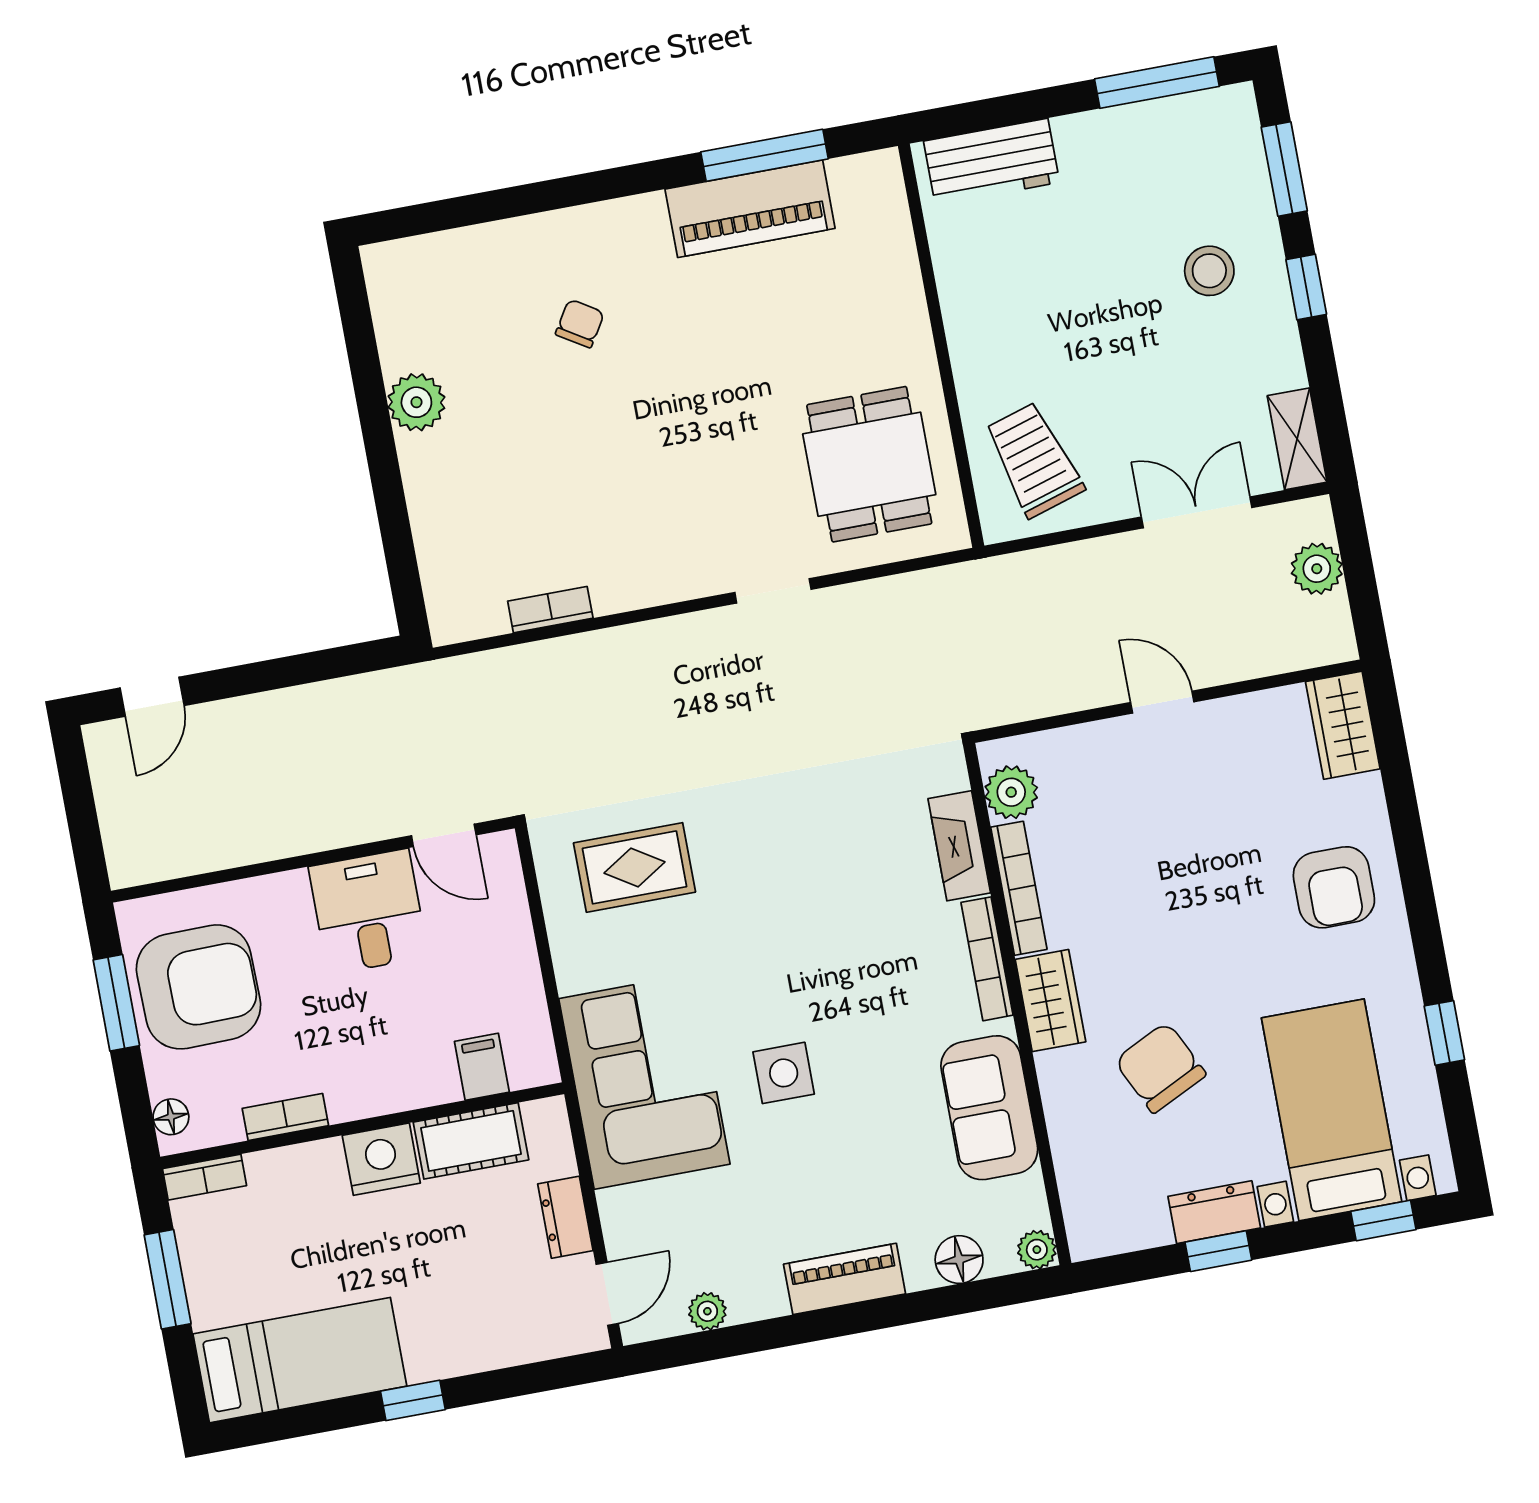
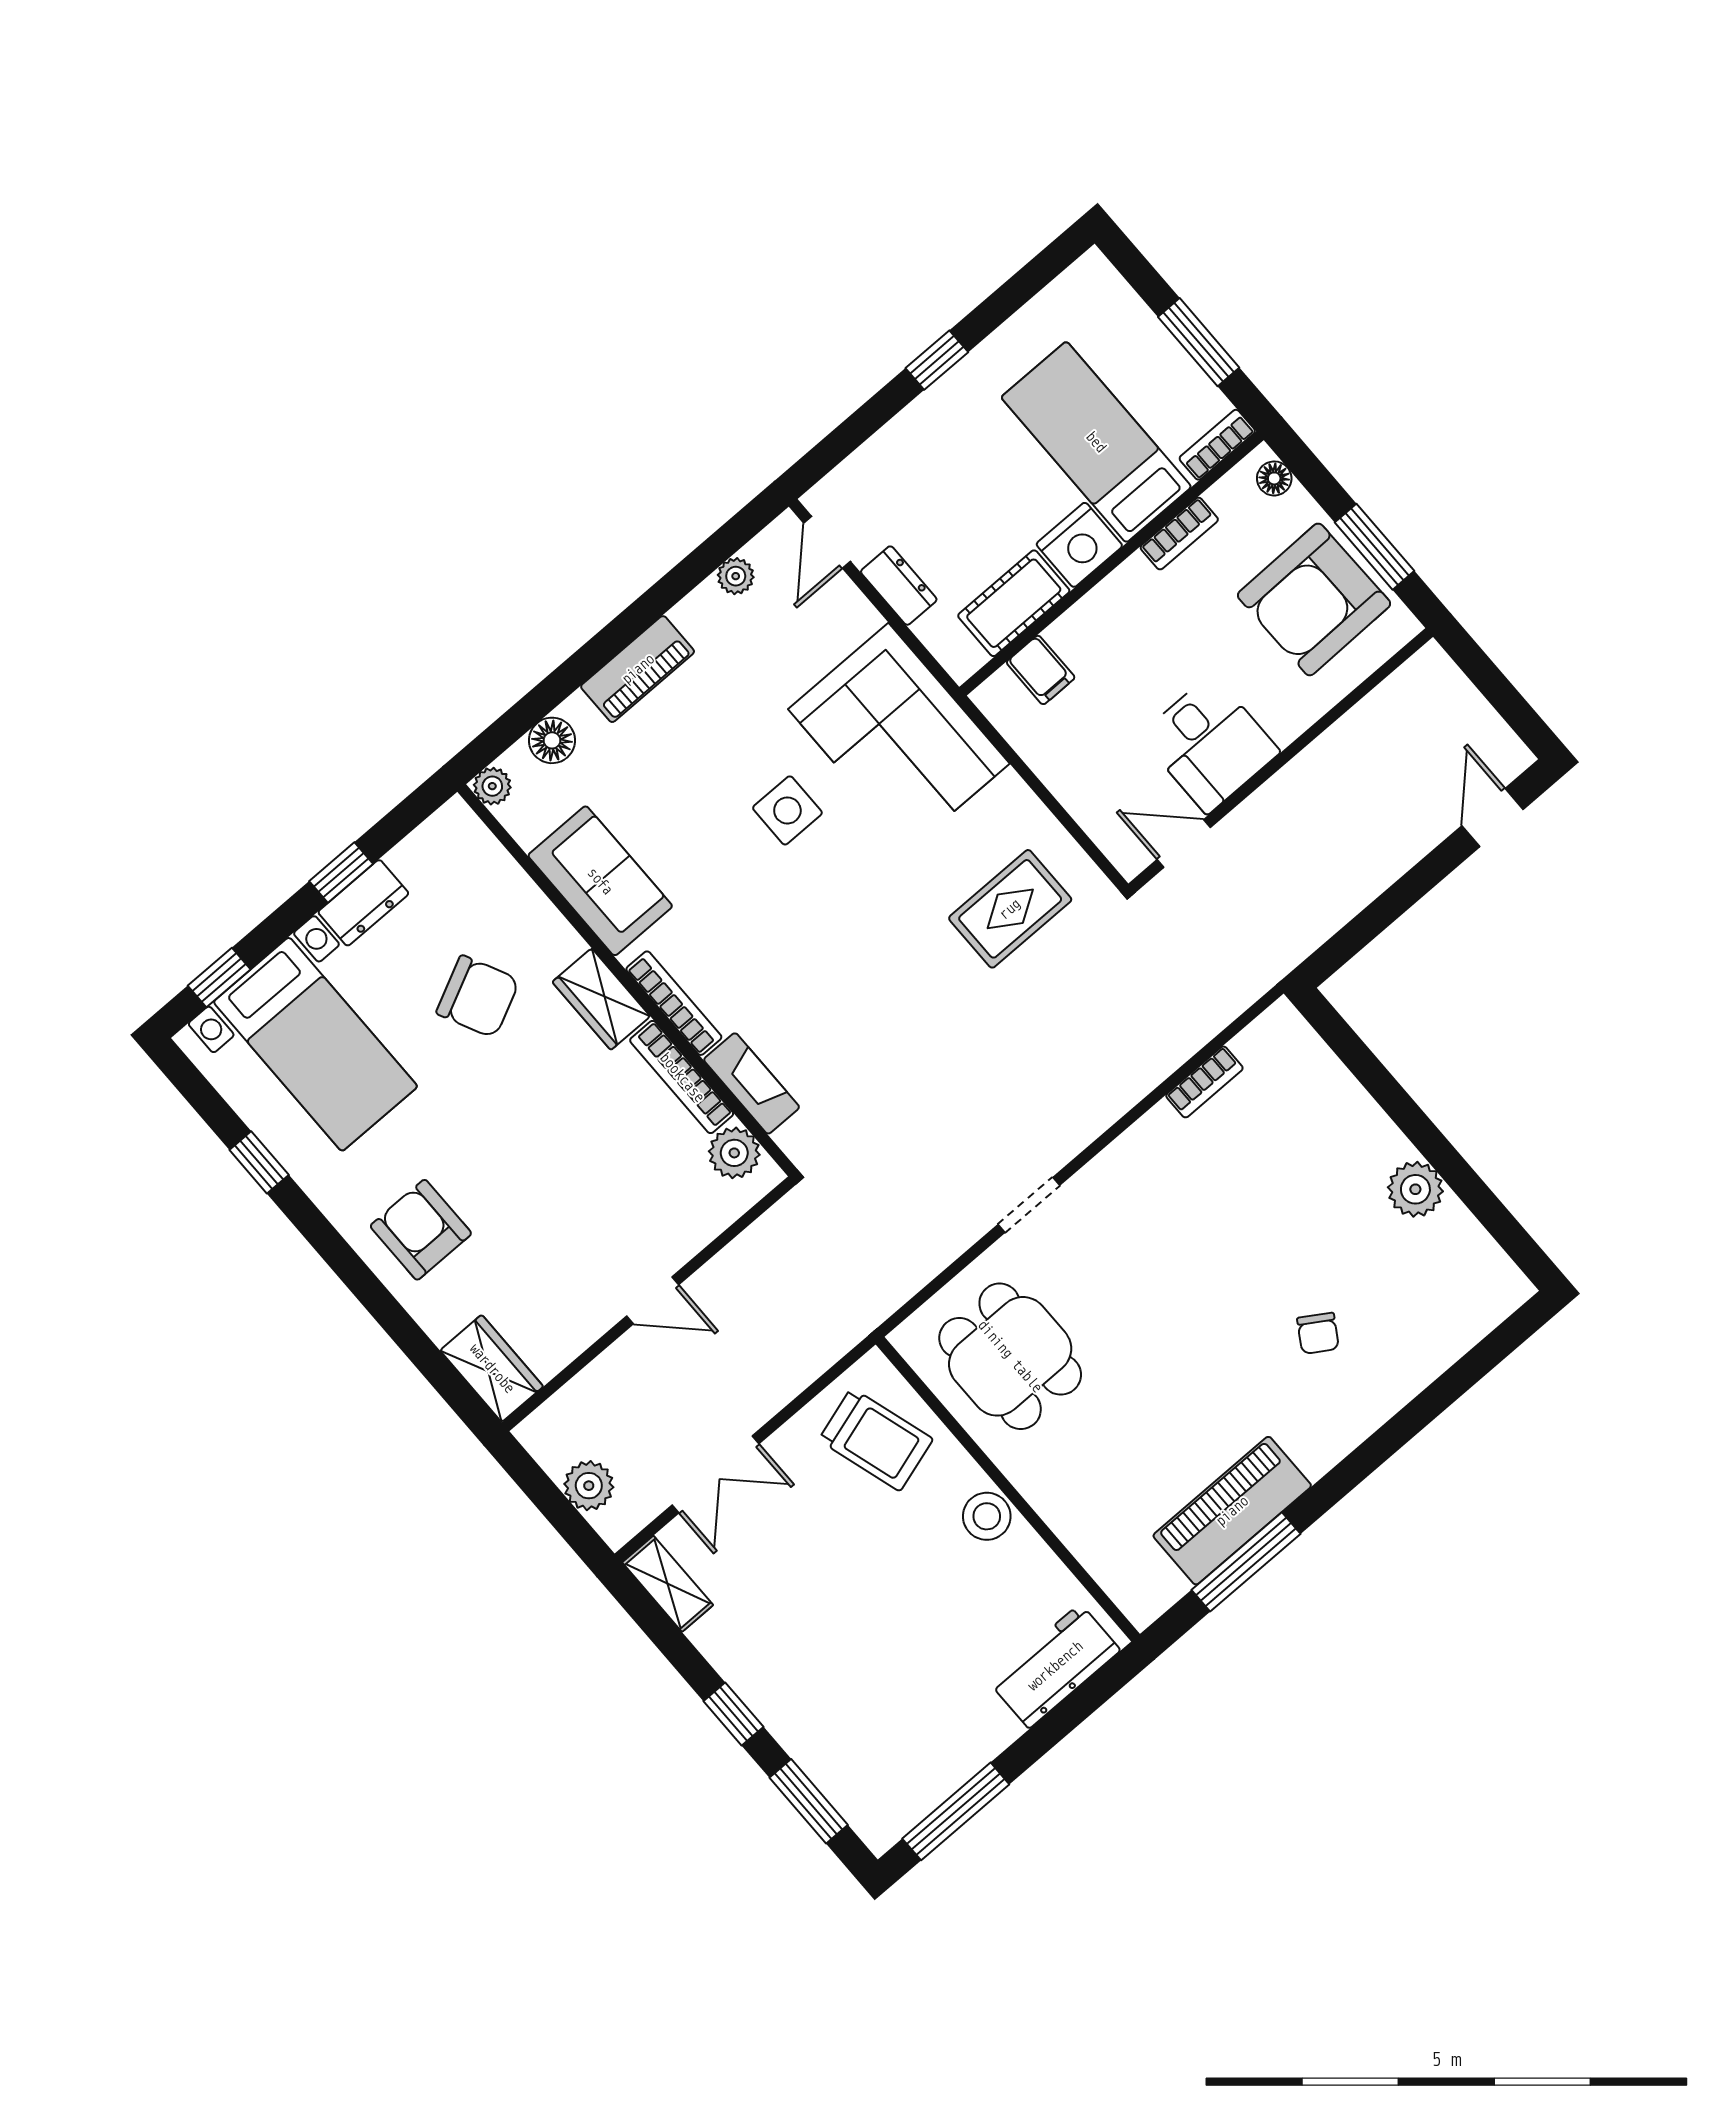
stool: (1209, 271) -> (987, 1516), moved
bed: (300, 1360) -> (1096, 442), moved, turned 90

